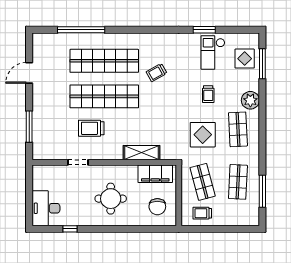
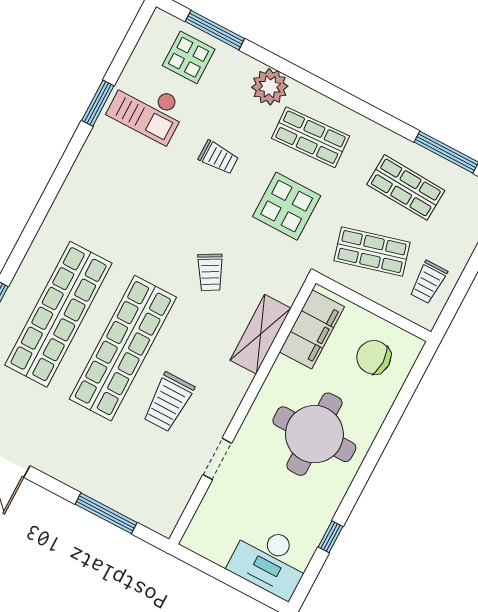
trolley: (157, 73) -> (210, 272), moved
round table: (111, 199) -> (314, 434), width x1.36, depth x1.36
chair: (157, 207) -> (374, 357), turned 180

